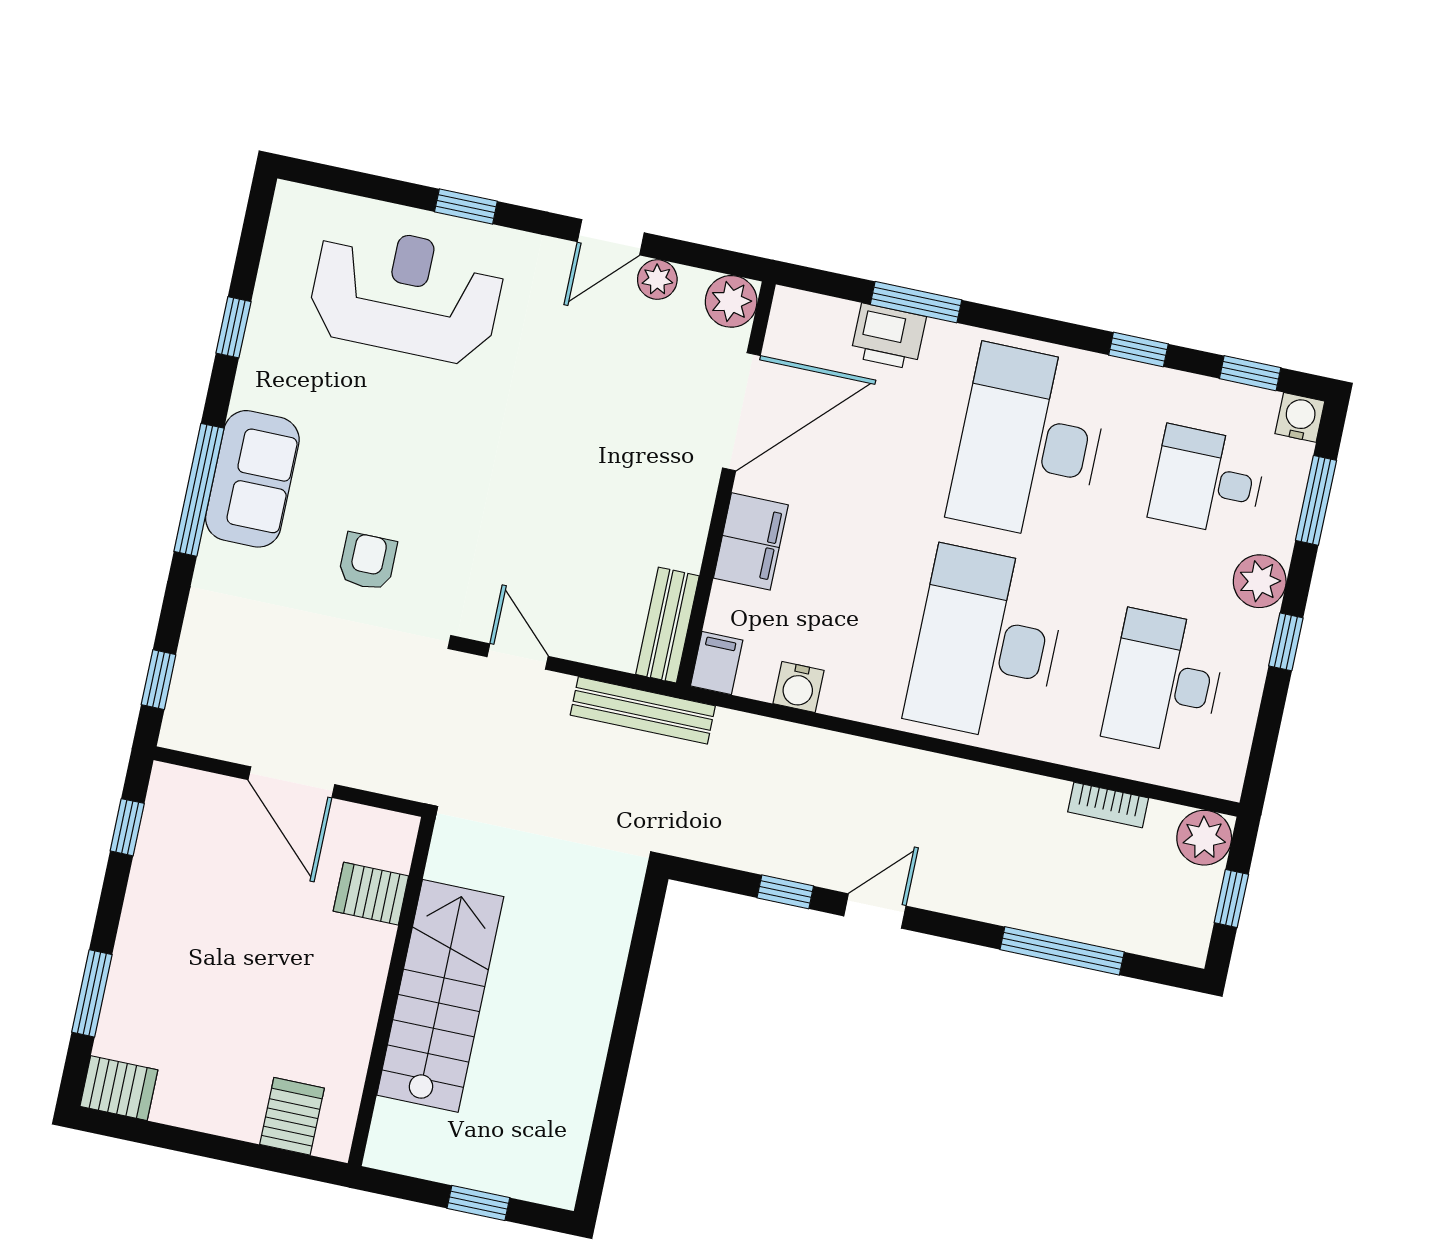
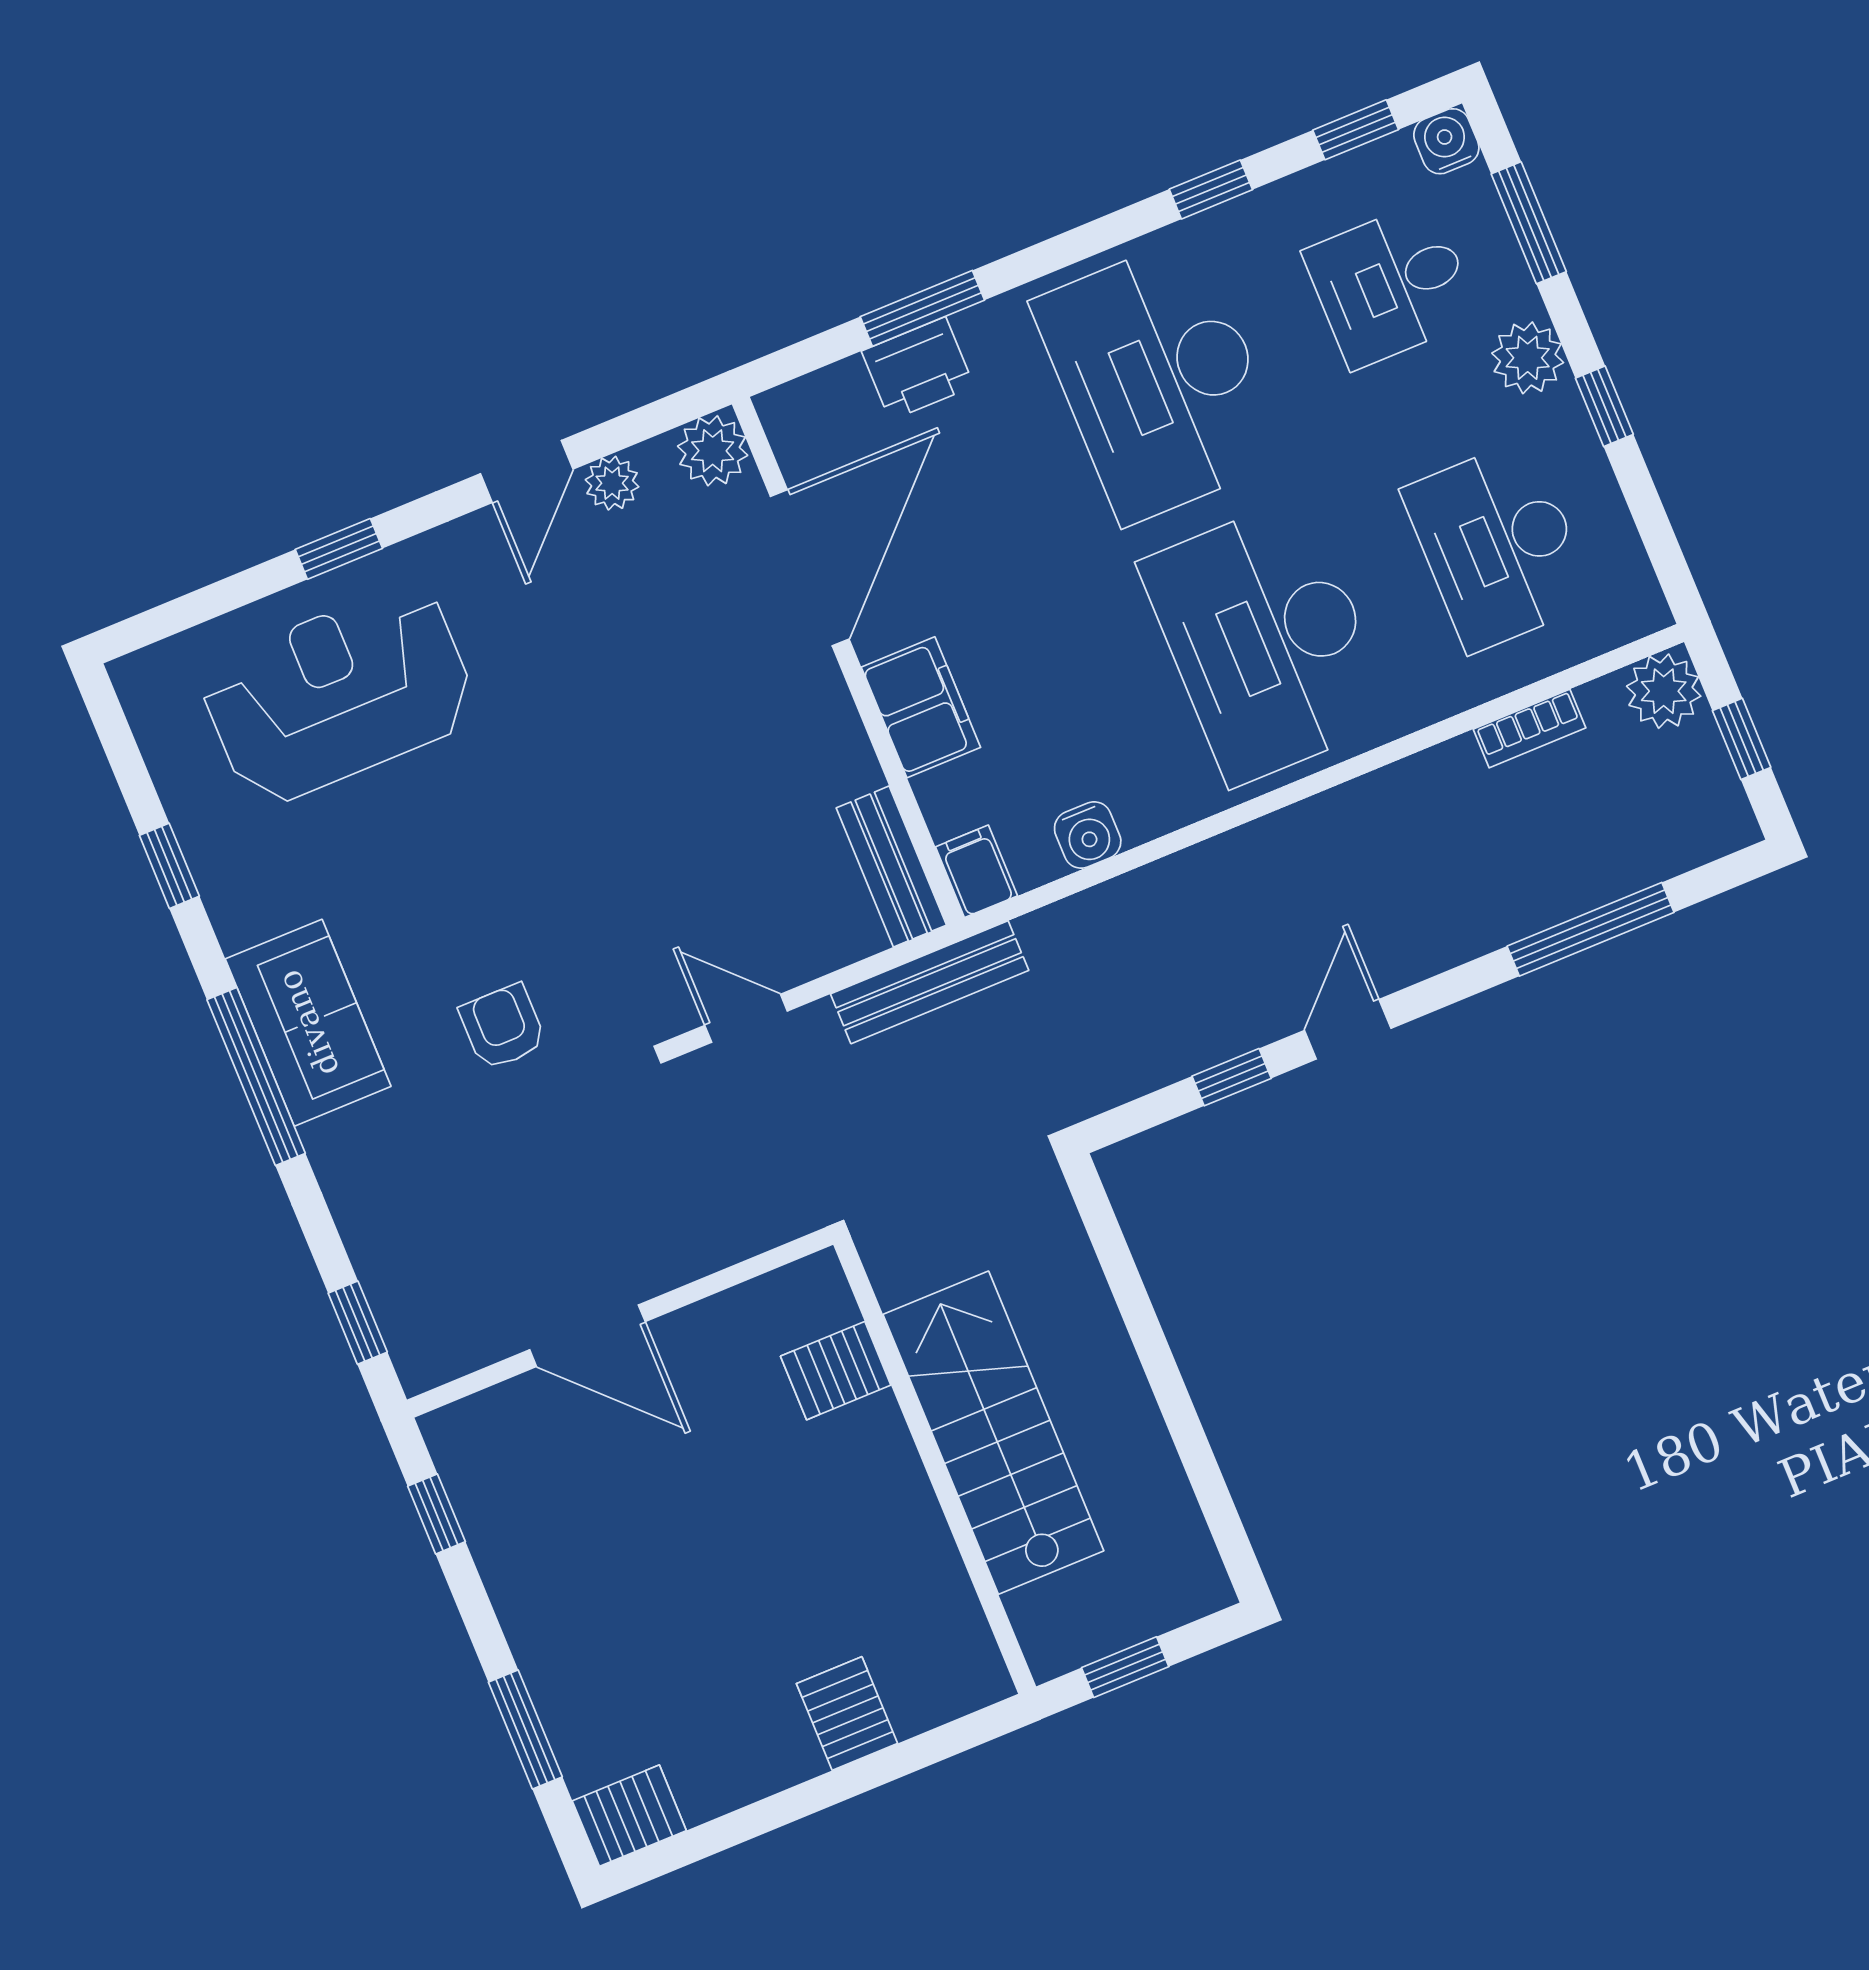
server rack: (371, 894) -> (836, 1371), moved
wall: (391, 992) -> (935, 1466), moved
stairs: (440, 996) -> (993, 1433), moved

